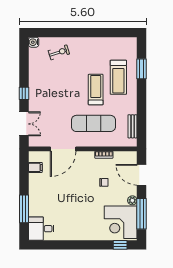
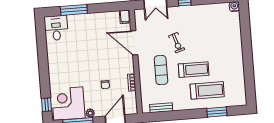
exercise bike: (59, 52) -> (177, 43), moved
treadmill: (118, 77) -> (207, 90), turned 180
exercise mat: (93, 123) -> (161, 70), width x0.73, depth x0.69
filing cabinet: (35, 167) -> (125, 17), moved

